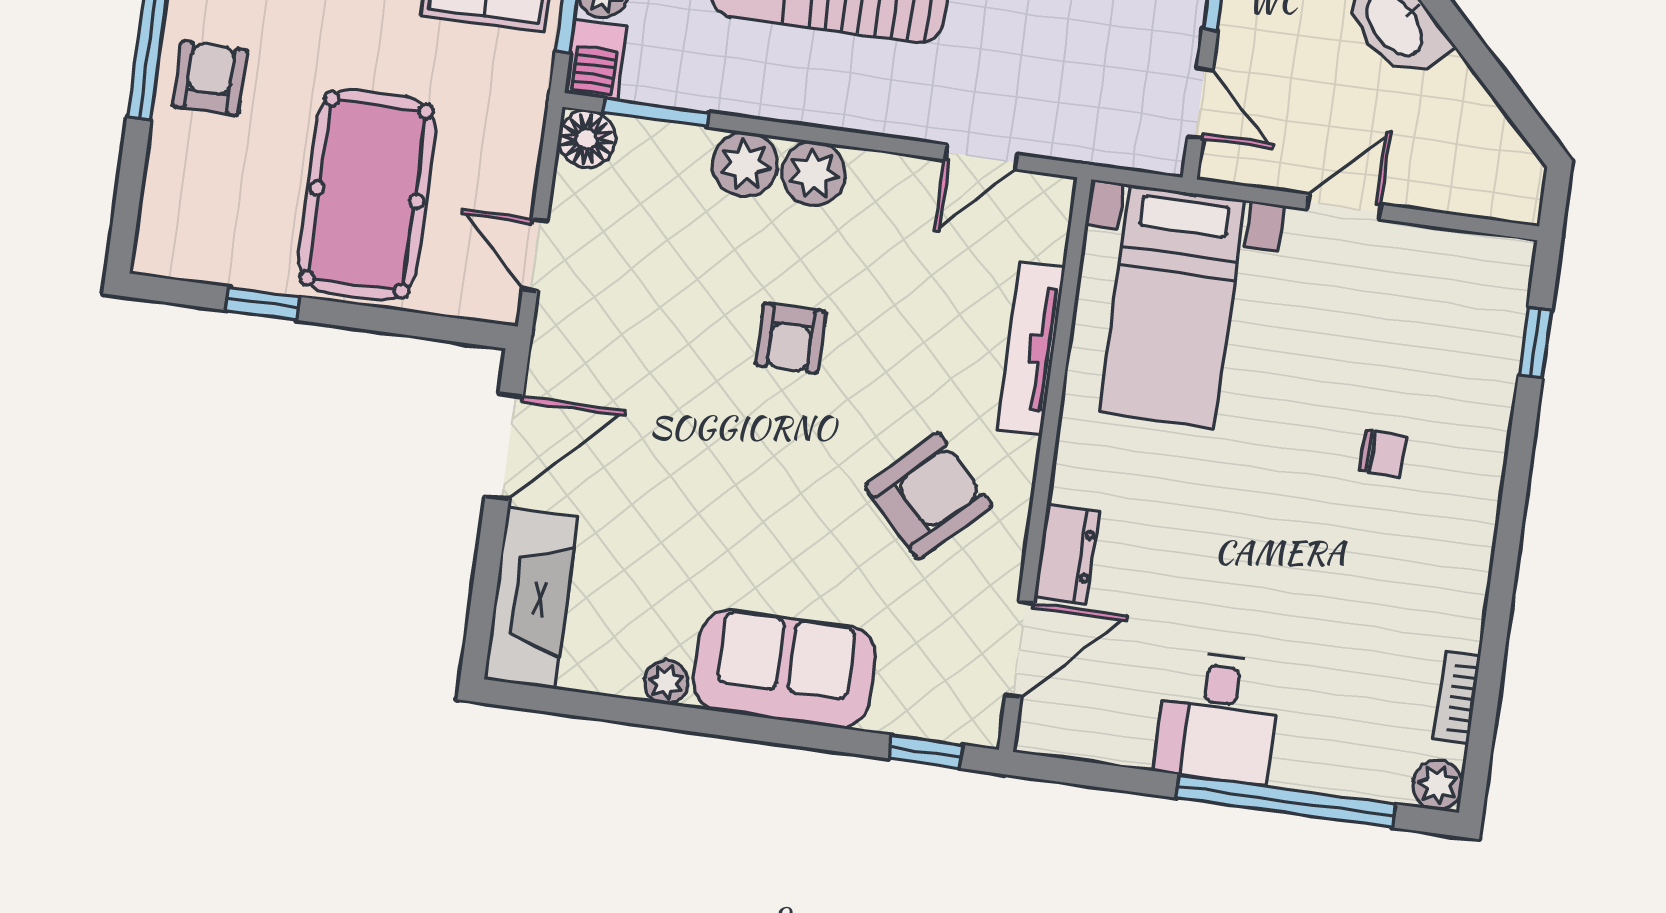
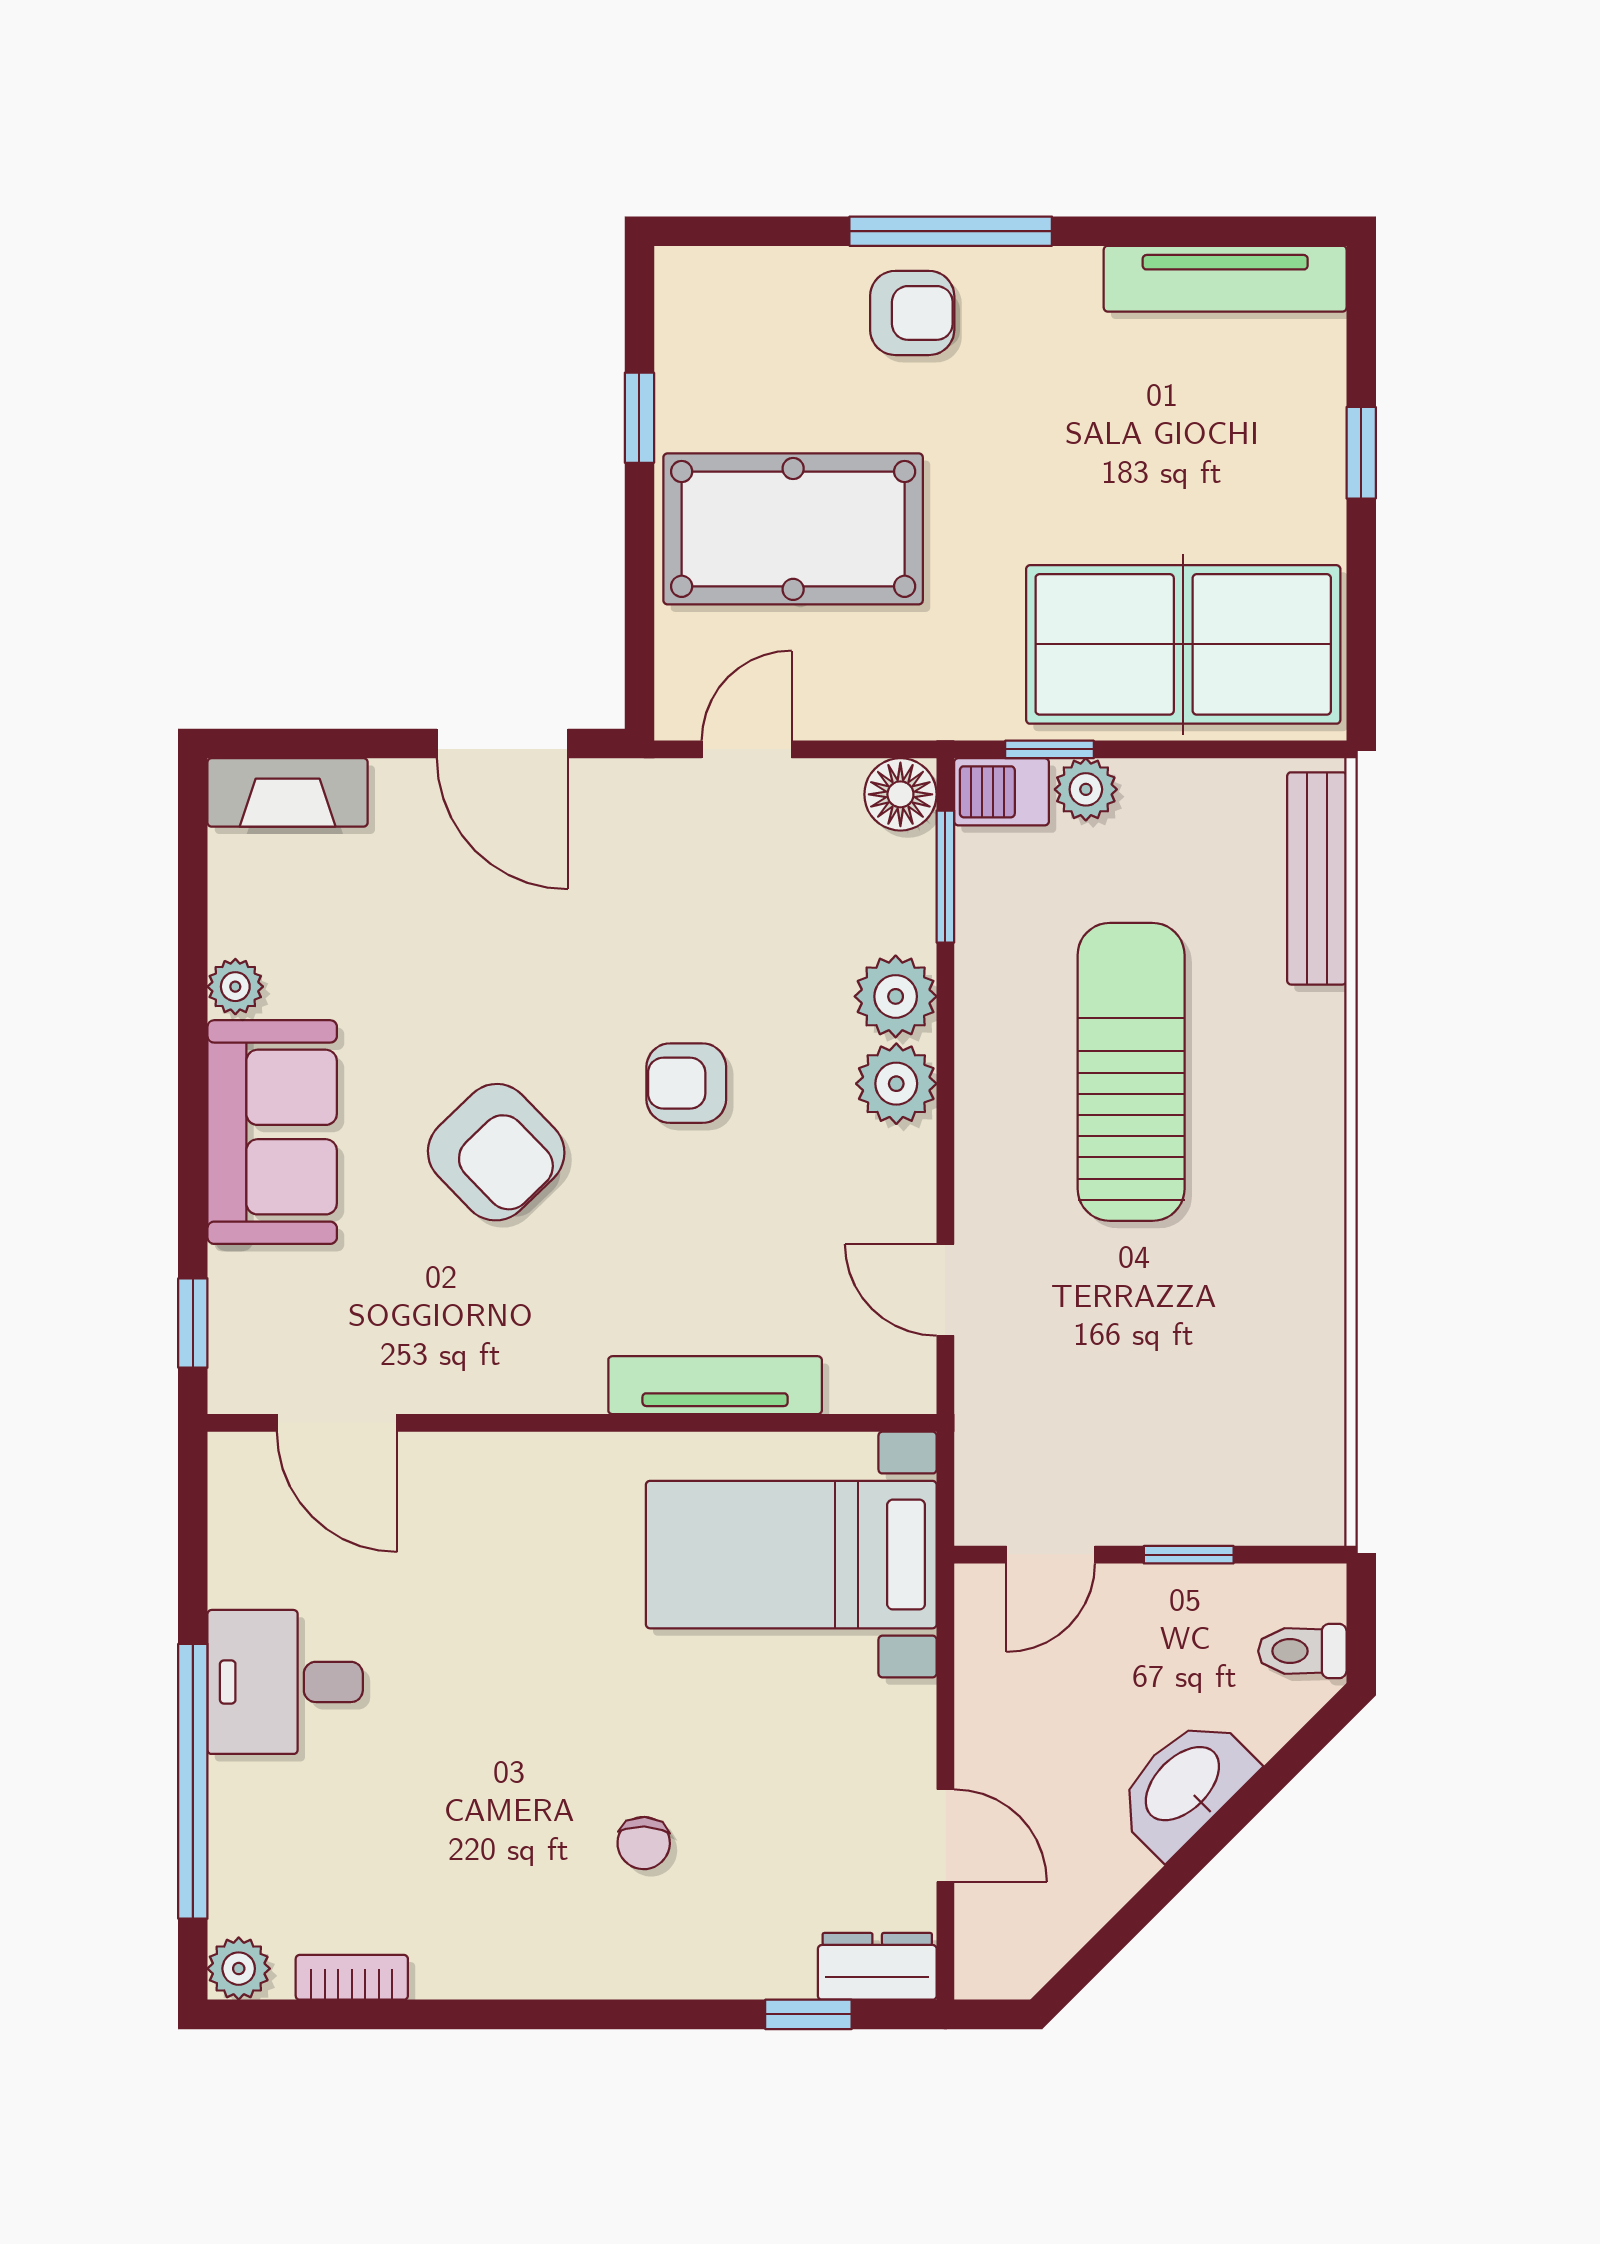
door: (1344, 207) -> (945, 1836), moved
armchair: (928, 496) -> (496, 1152), moved
dresser: (1067, 554) -> (877, 1966), moved, turned 180
fireplace: (531, 598) -> (288, 792), width x0.73, depth x0.76

